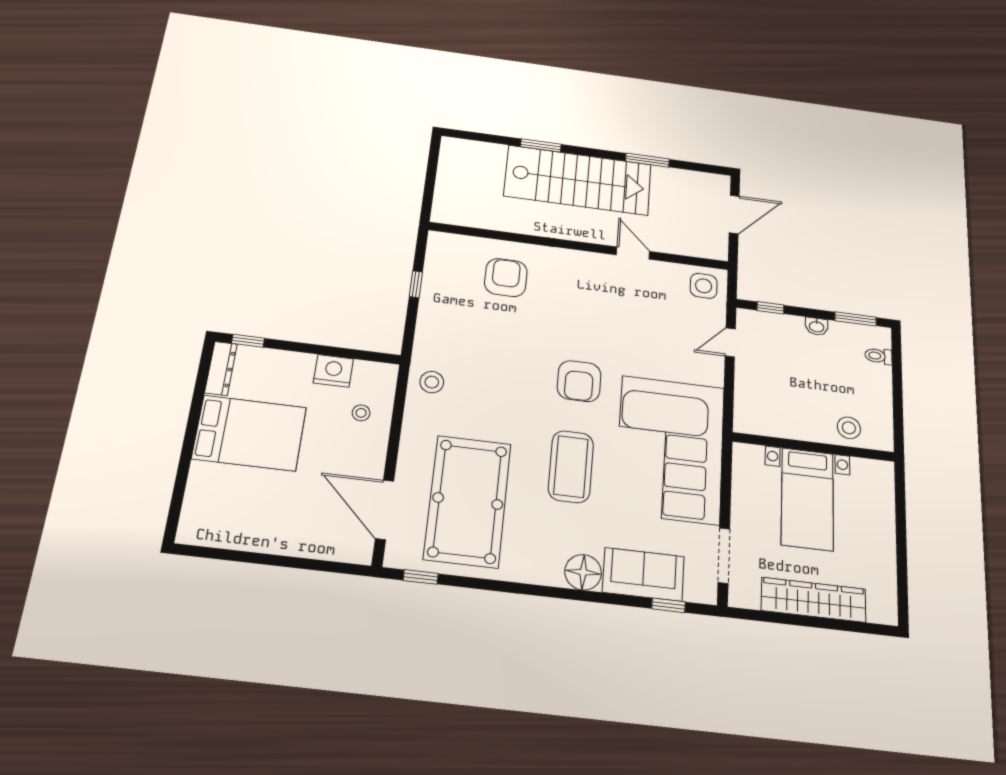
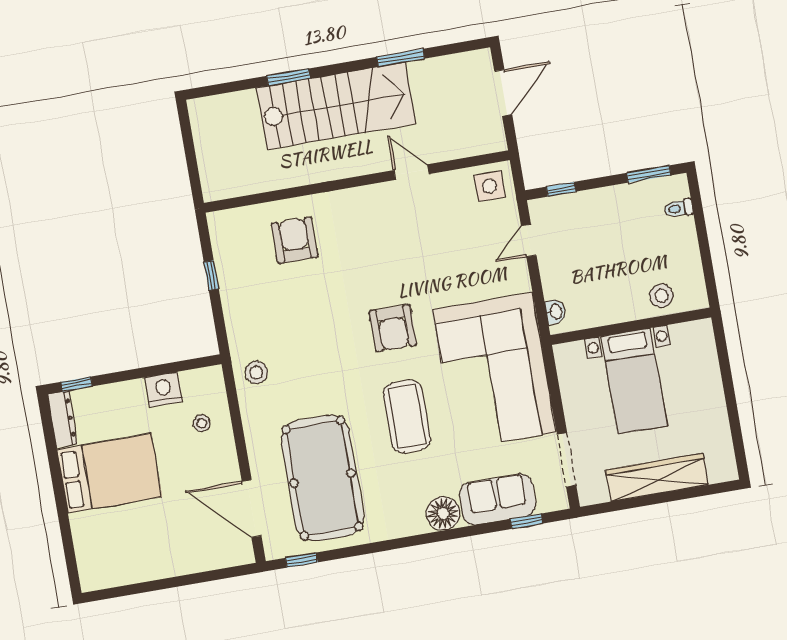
washbasin: (817, 326) -> (556, 312), moved, turned -90

